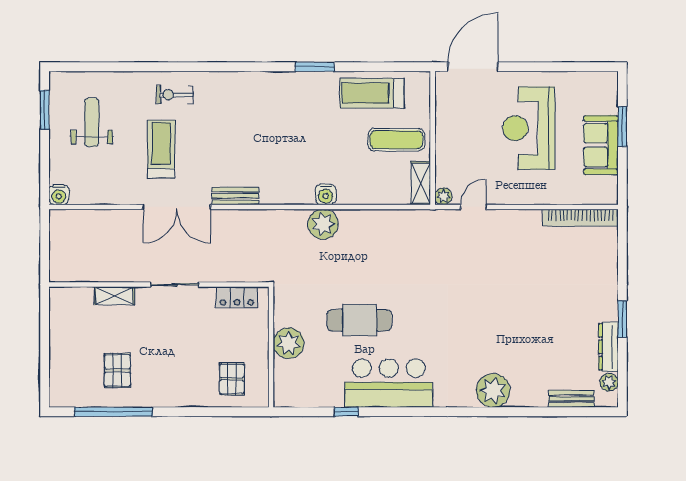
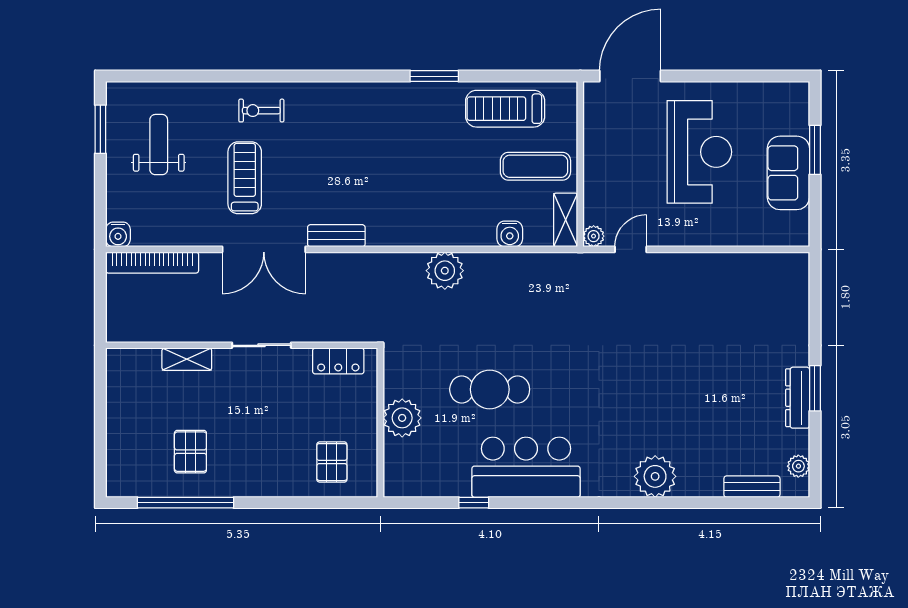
reception desk: (529, 128) -> (699, 152), turned 180
water cooler: (326, 194) -> (510, 234), moved
bookcase: (580, 218) -> (152, 263), moved
dresser: (608, 347) -> (798, 398), moved

